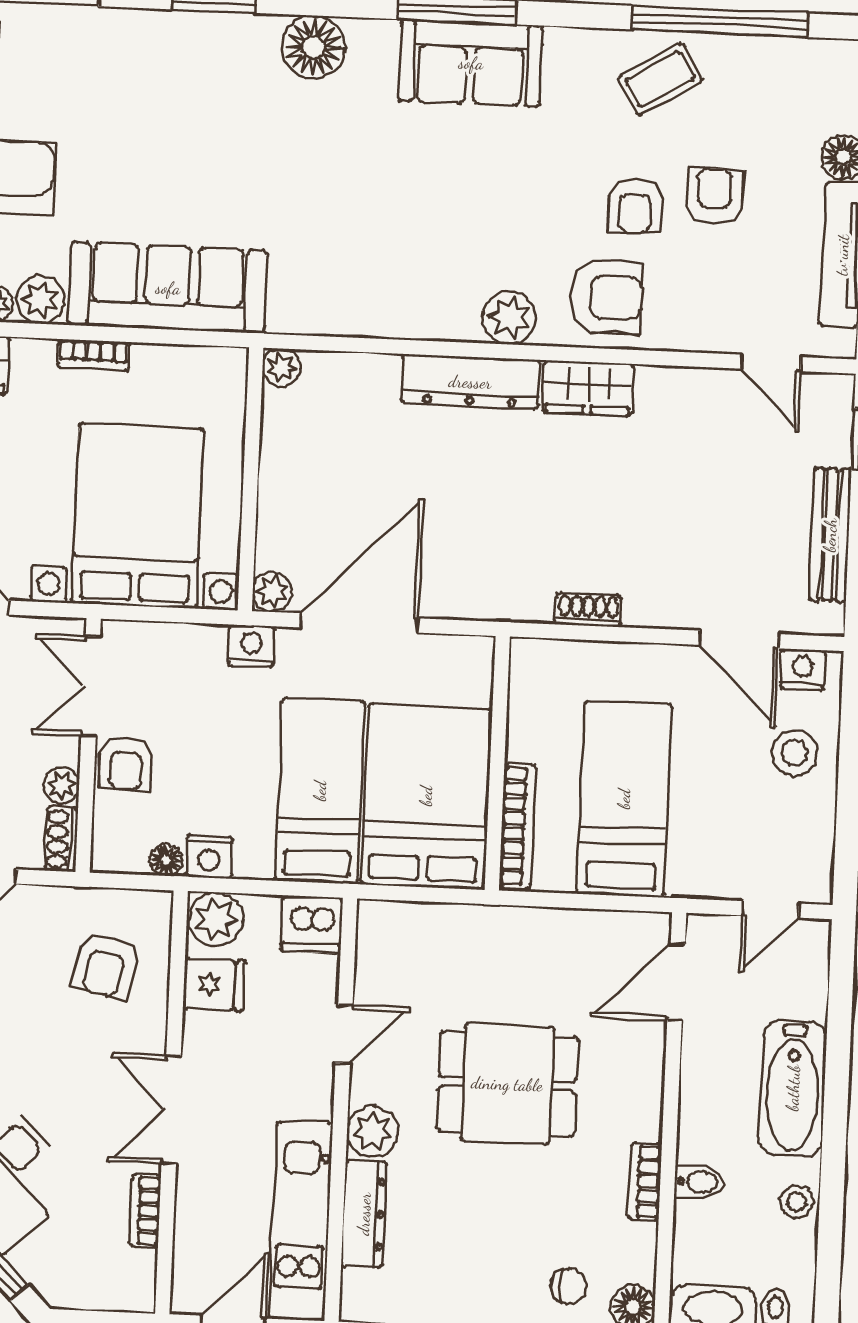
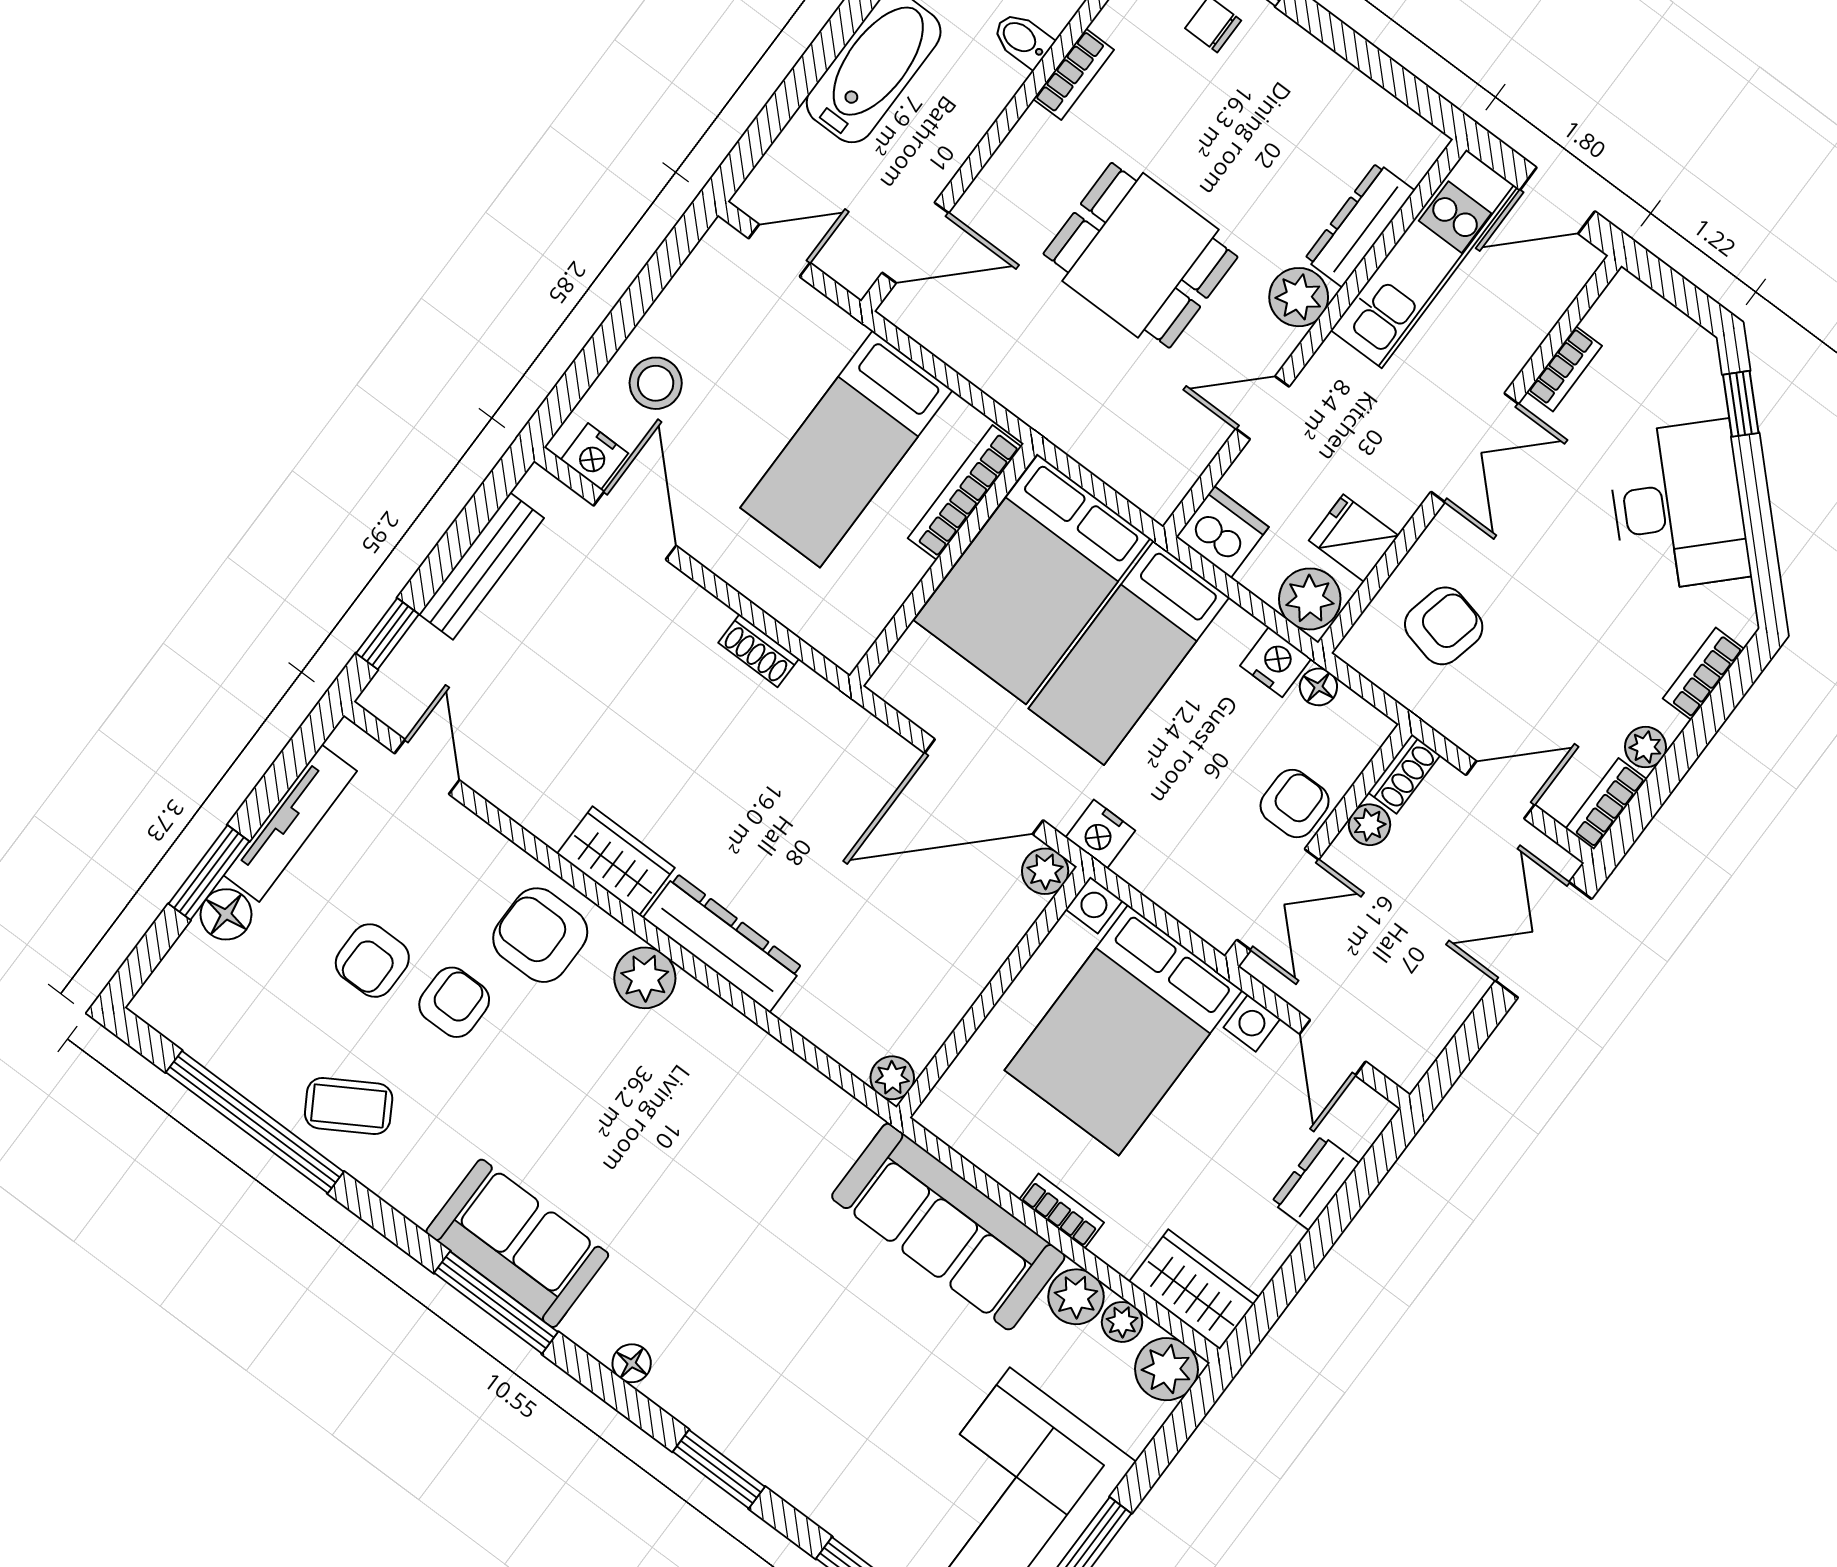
floor lamp: (314, 47) -> (632, 1363), width x0.53, depth x0.53

